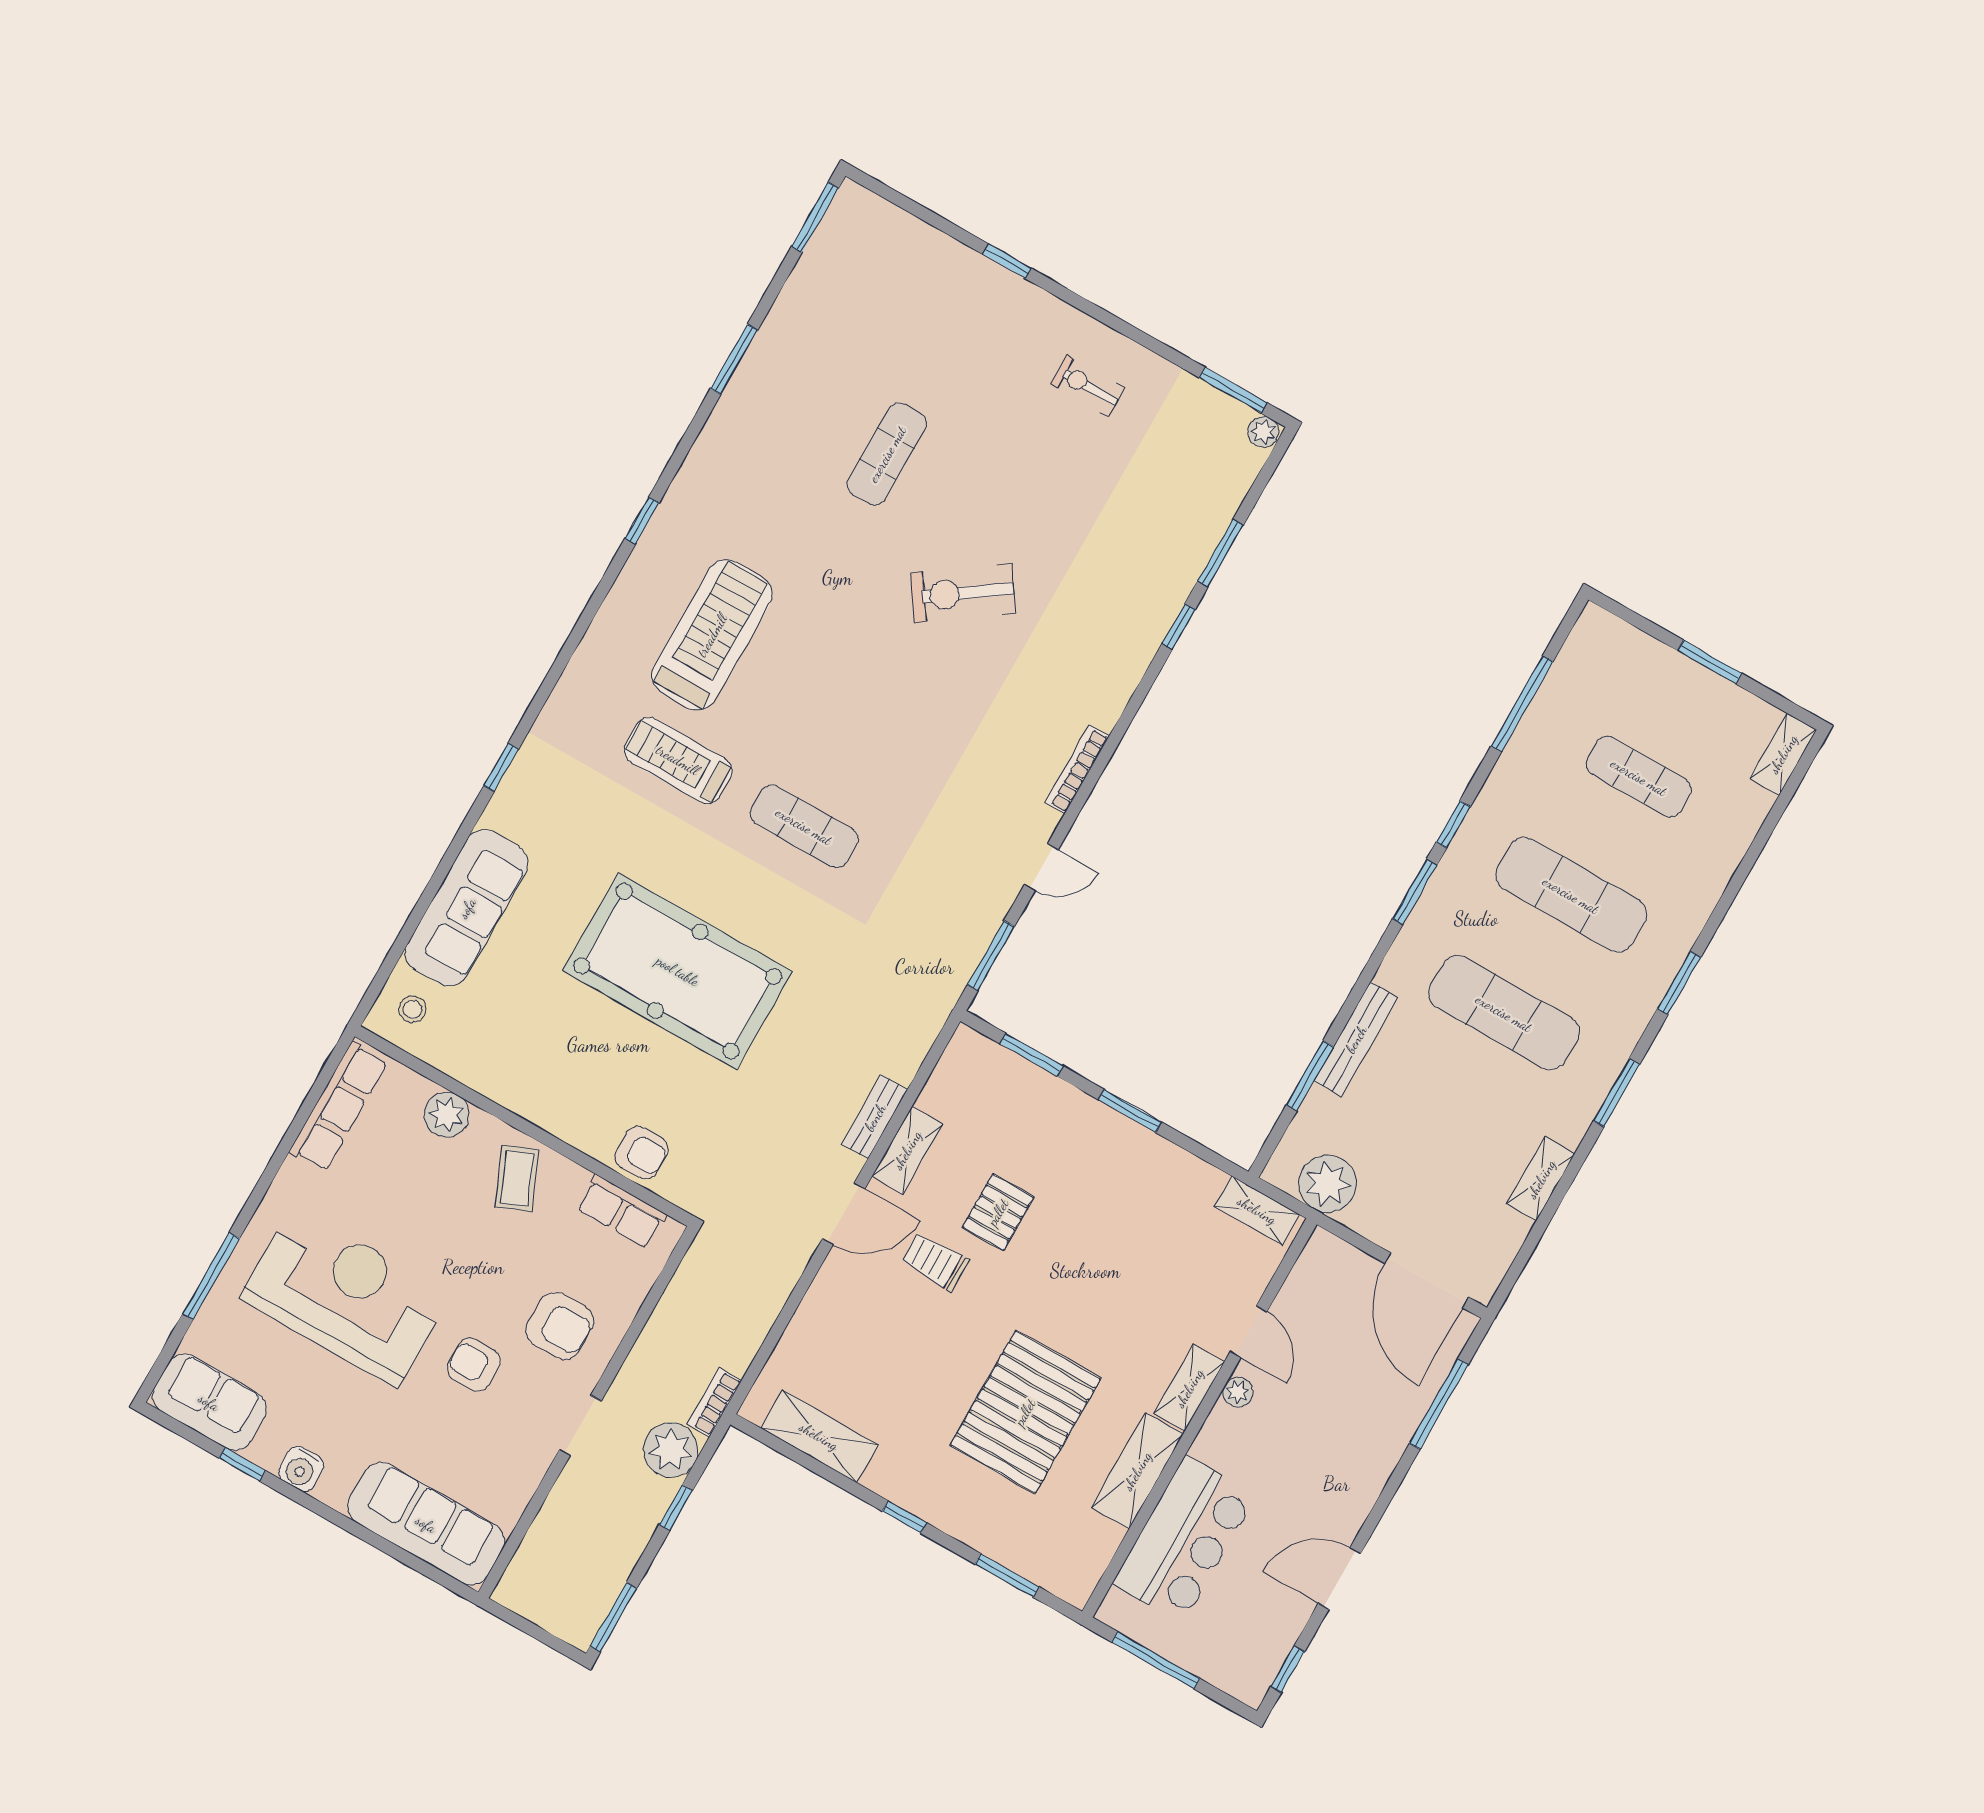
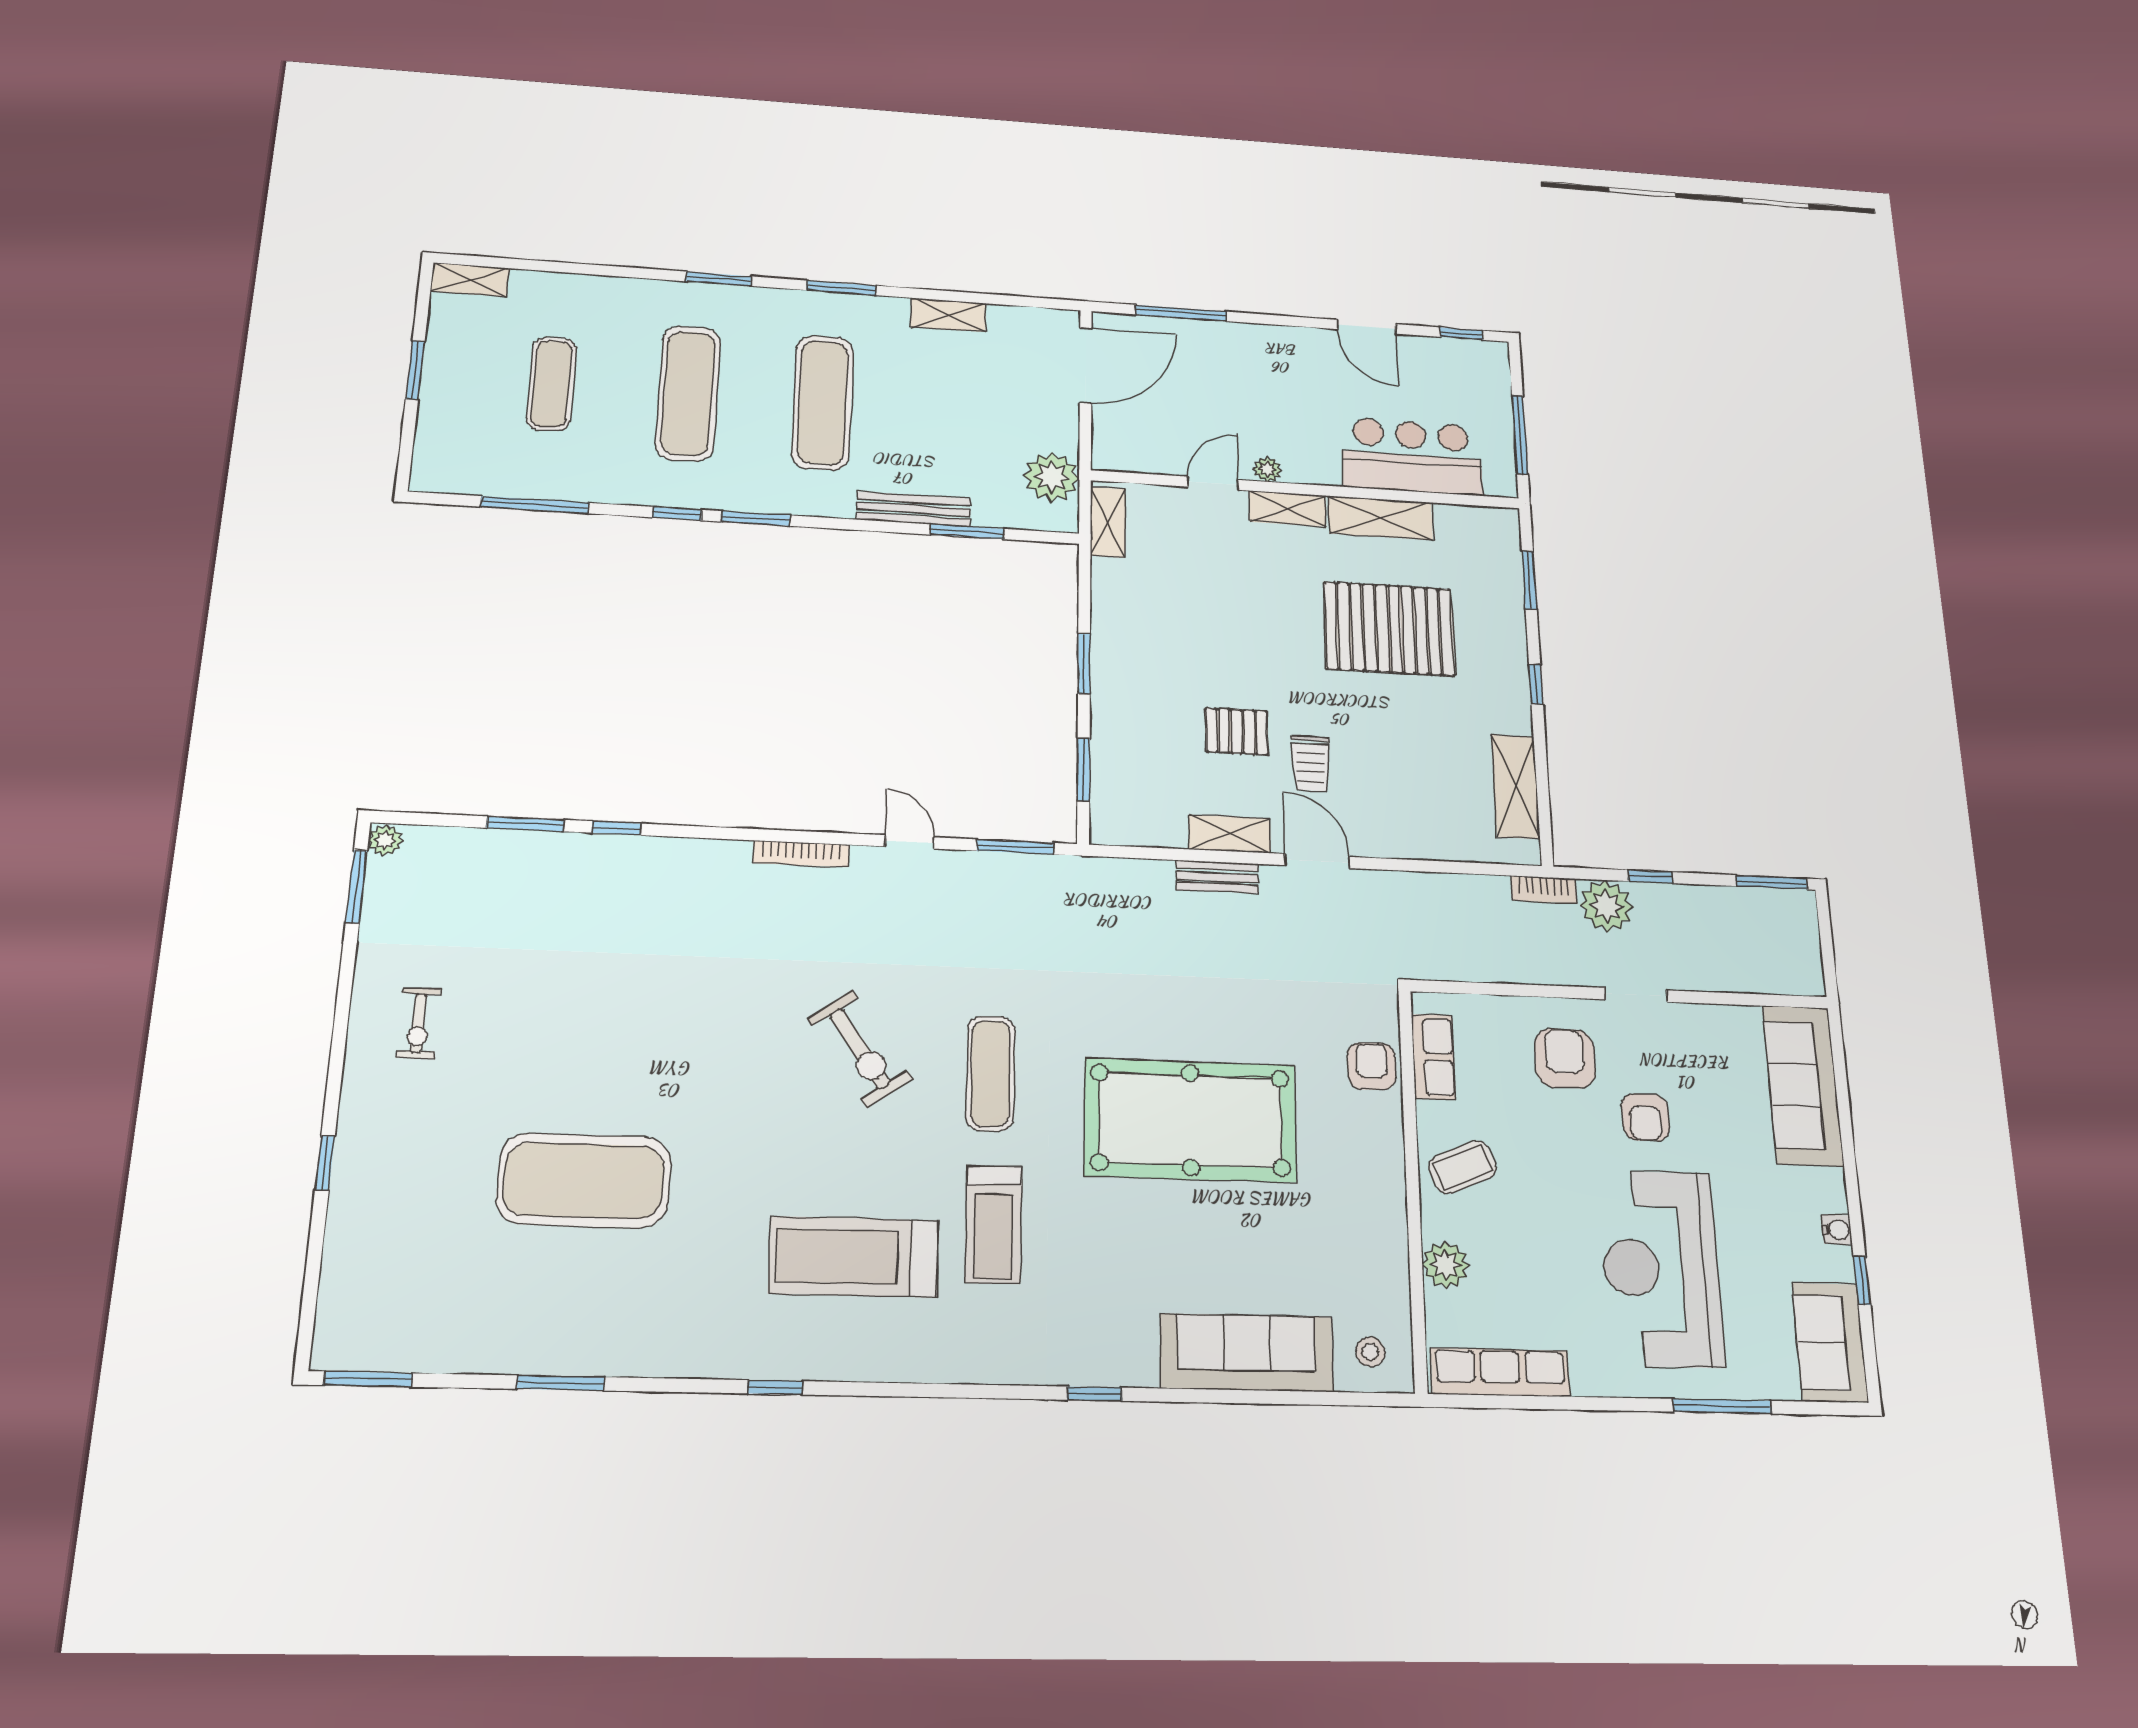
exercise mat: (887, 454) -> (584, 1180), width x2.00, depth x1.45
exercise bike: (963, 593) -> (860, 1049), moved
pool table: (678, 971) -> (1191, 1120), turned 90
water cooler: (301, 1469) -> (1837, 1230), width x0.72, depth x0.72

